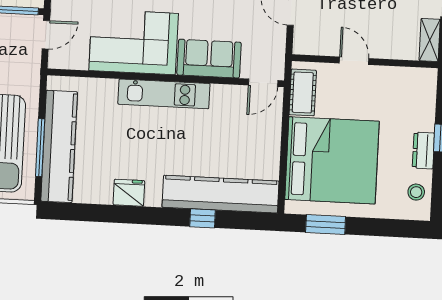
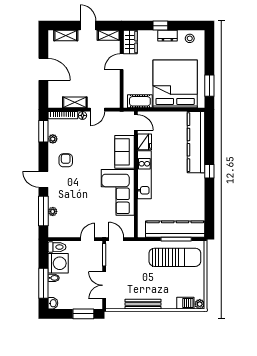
door: (354, 61) -> (122, 62), moved
wardrobe: (415, 80) -> (130, 42), added
fridge: (129, 193) -> (144, 142), moved, turned 180
window: (203, 218) -> (209, 171), moved

